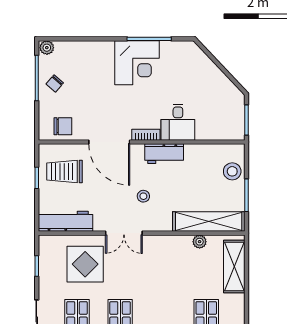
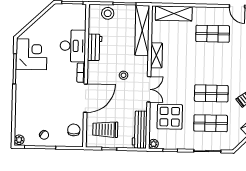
corner desk: (137, 63) -> (31, 54), moved
desk: (178, 122) -> (73, 46), width x1.37
workbench: (164, 154) -> (95, 47), moved
trolley: (65, 172) -> (105, 130), turned 90
plant: (200, 242) -> (153, 144), moved
shelving: (173, 243) -> (156, 55), added

